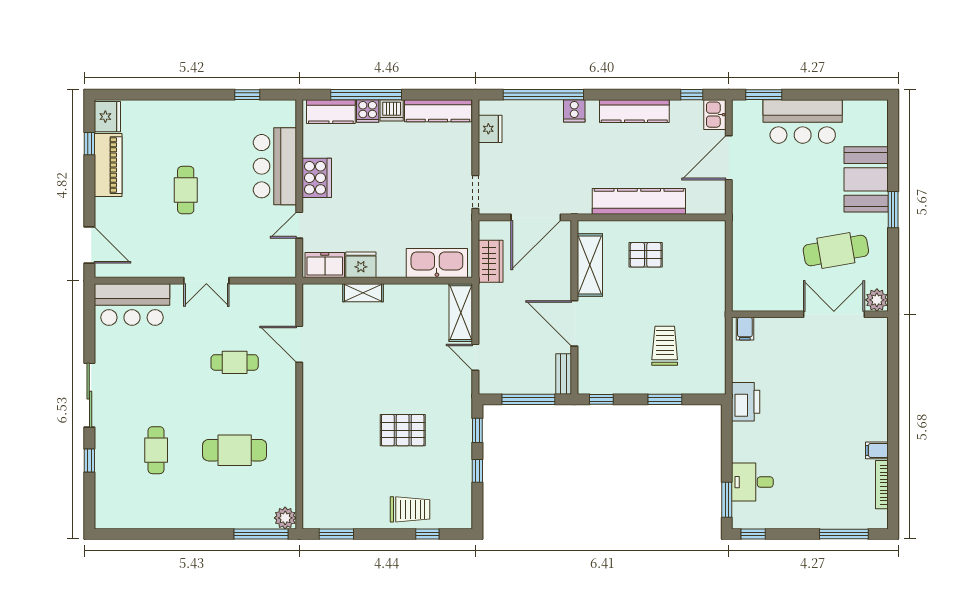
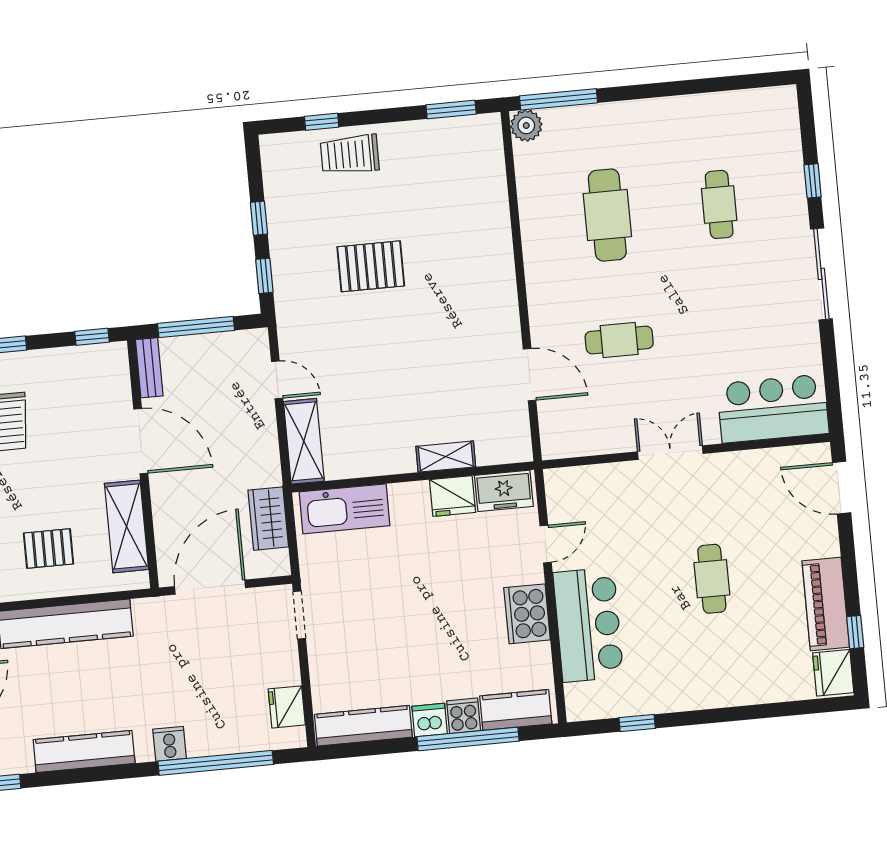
cafe table: (235, 450) -> (607, 215), turned 90

